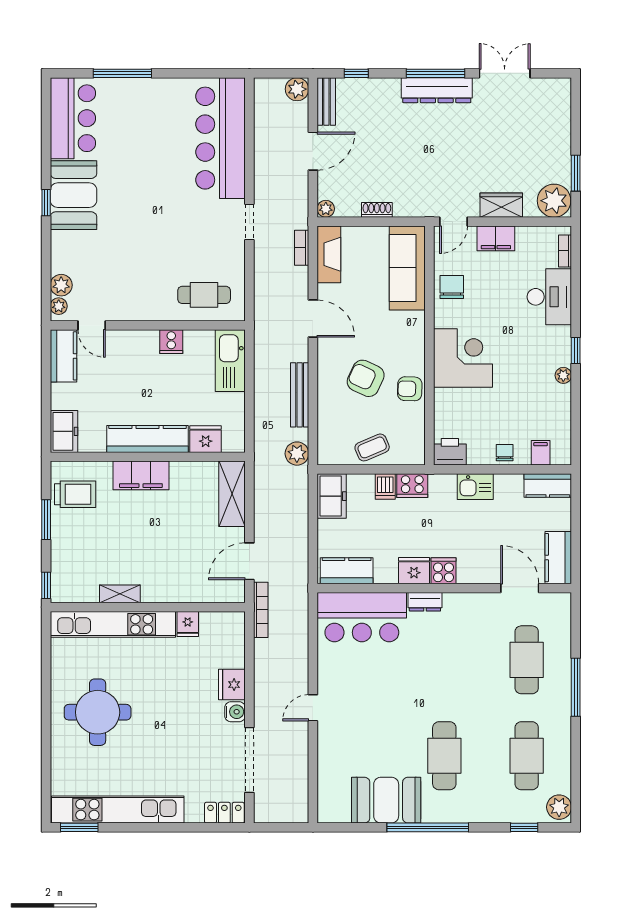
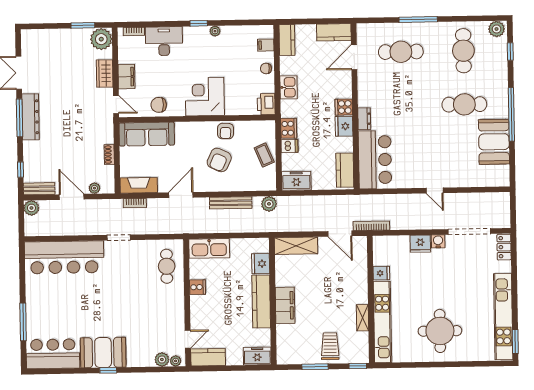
plant: (326, 209) -> (94, 188), moved
trolley: (75, 494) -> (330, 346), moved
cafe table: (527, 756) -> (463, 51), turned 90

